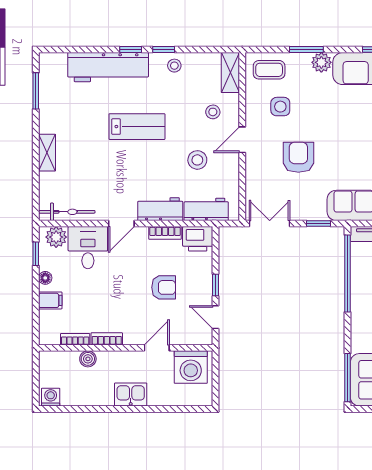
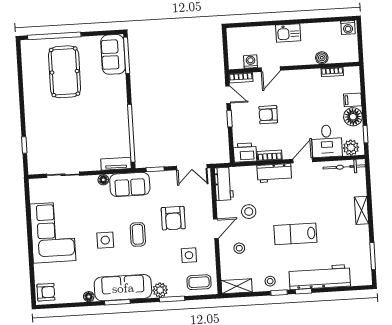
shelving: (230, 73) -> (237, 286), moved, turned 90
coffee table: (347, 138) -> (138, 234), added
workbench: (206, 209) -> (224, 184), moved, turned -90
floor lamp: (45, 278) -> (353, 117), width x1.89, depth x1.89
bookcase: (107, 339) -> (241, 78), moved
washing machine: (191, 367) -> (251, 62), width x0.53, depth x0.53

